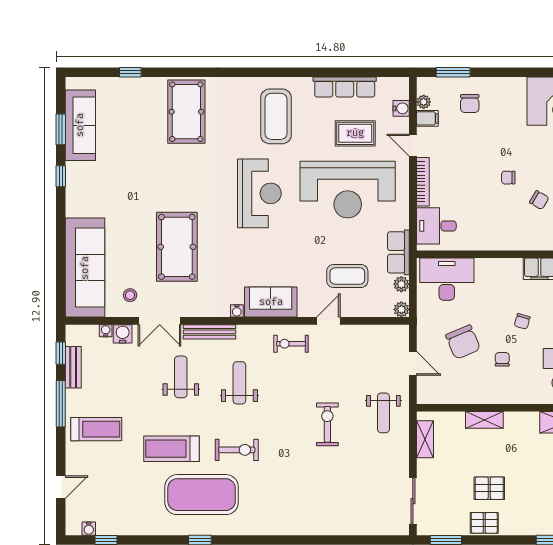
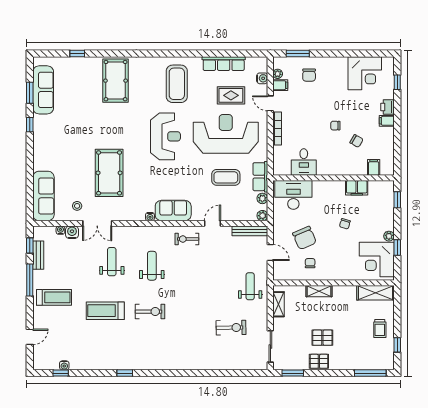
reception desk: (348, 190) -> (226, 134), turned 180
desk: (436, 226) -> (304, 162), moved, turned -90
sofa: (85, 268) -> (43, 196), width x0.74, depth x0.79
coffee table: (347, 276) -> (226, 177), moved
bench: (210, 332) -> (250, 231), moved
chair: (502, 359) -> (310, 263), moved
weight bench: (383, 413) -> (250, 286), turned 180
exercise bike: (327, 424) -> (231, 328), moved, turned 89
exercise mat: (202, 495) -> (126, 342), removed
water cooler: (89, 529) -> (64, 365), moved

